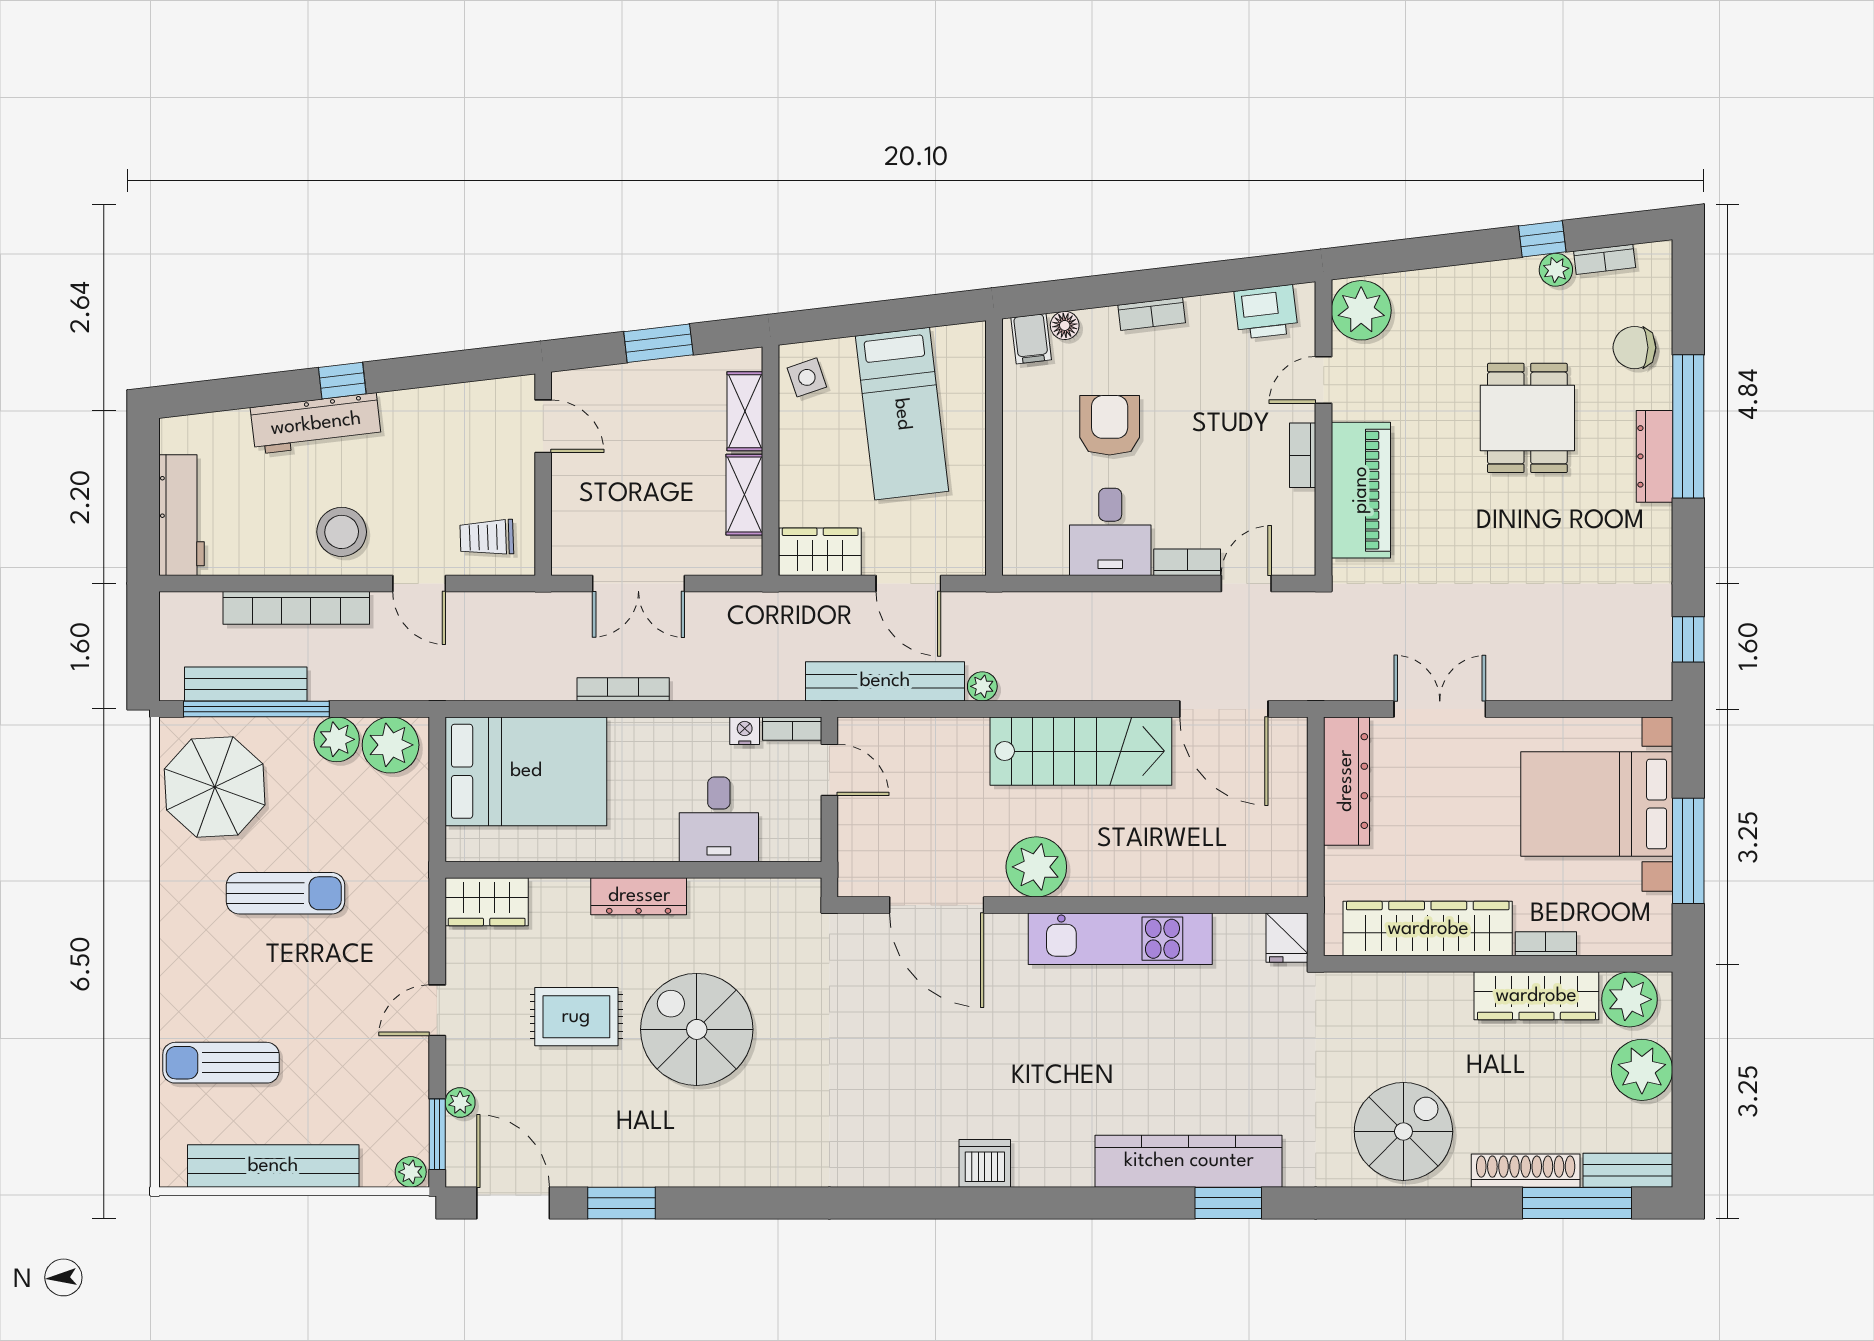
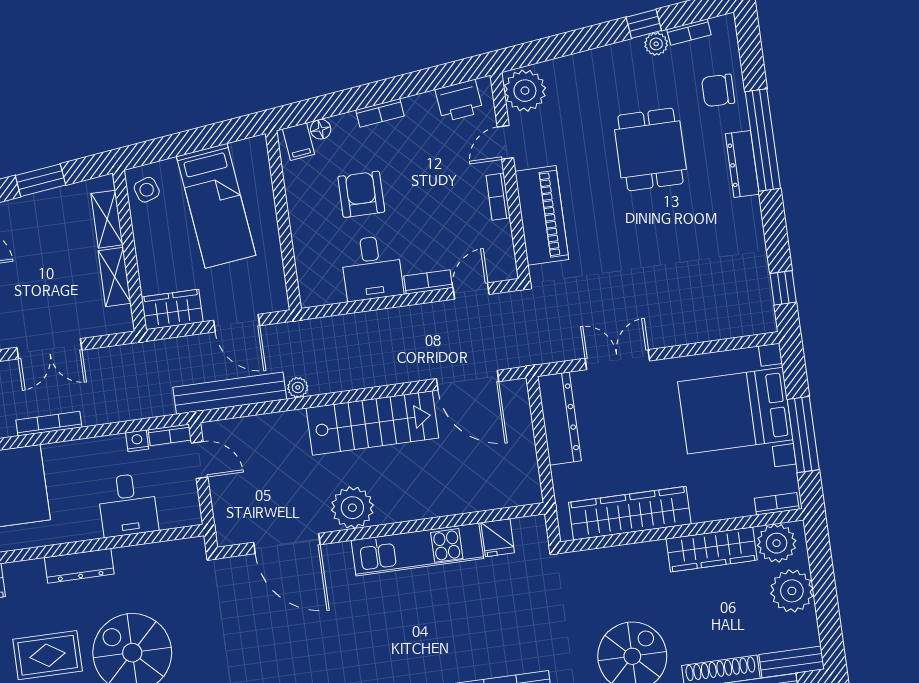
fridge: (1287, 938) -> (498, 538), moved
bookcase: (1546, 944) -> (777, 504), moved

